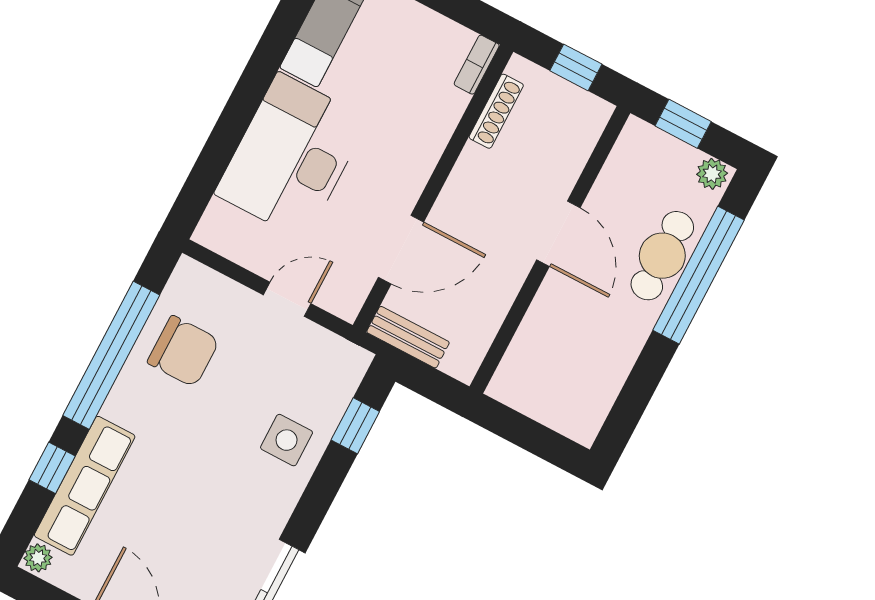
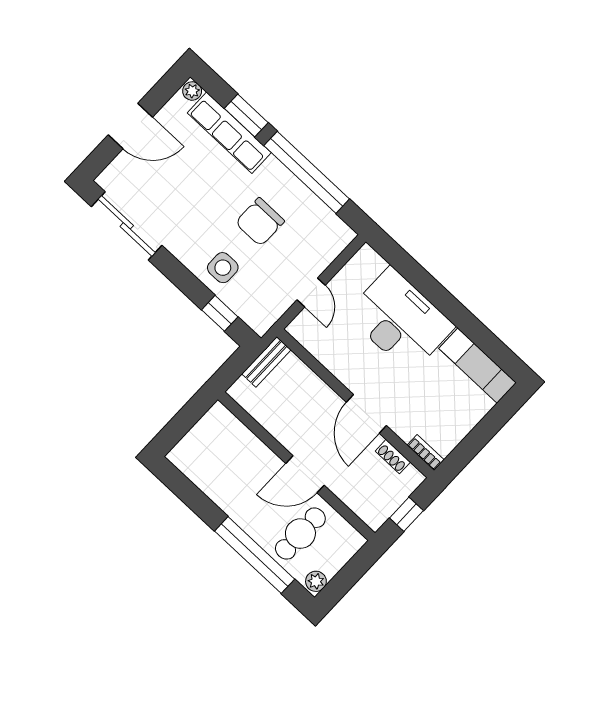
shoe rack: (496, 111) -> (393, 457), width x0.70
window: (683, 124) -> (352, 572), removed
door: (401, 250) -> (366, 414), moved
cafe table: (662, 256) -> (300, 534), moved, turned 90
chair: (183, 351) -> (260, 222), moved
window: (52, 468) -> (246, 116), width x1.50

